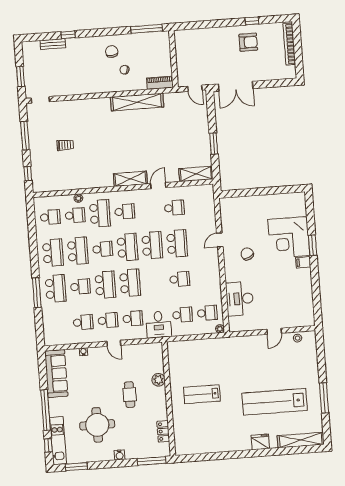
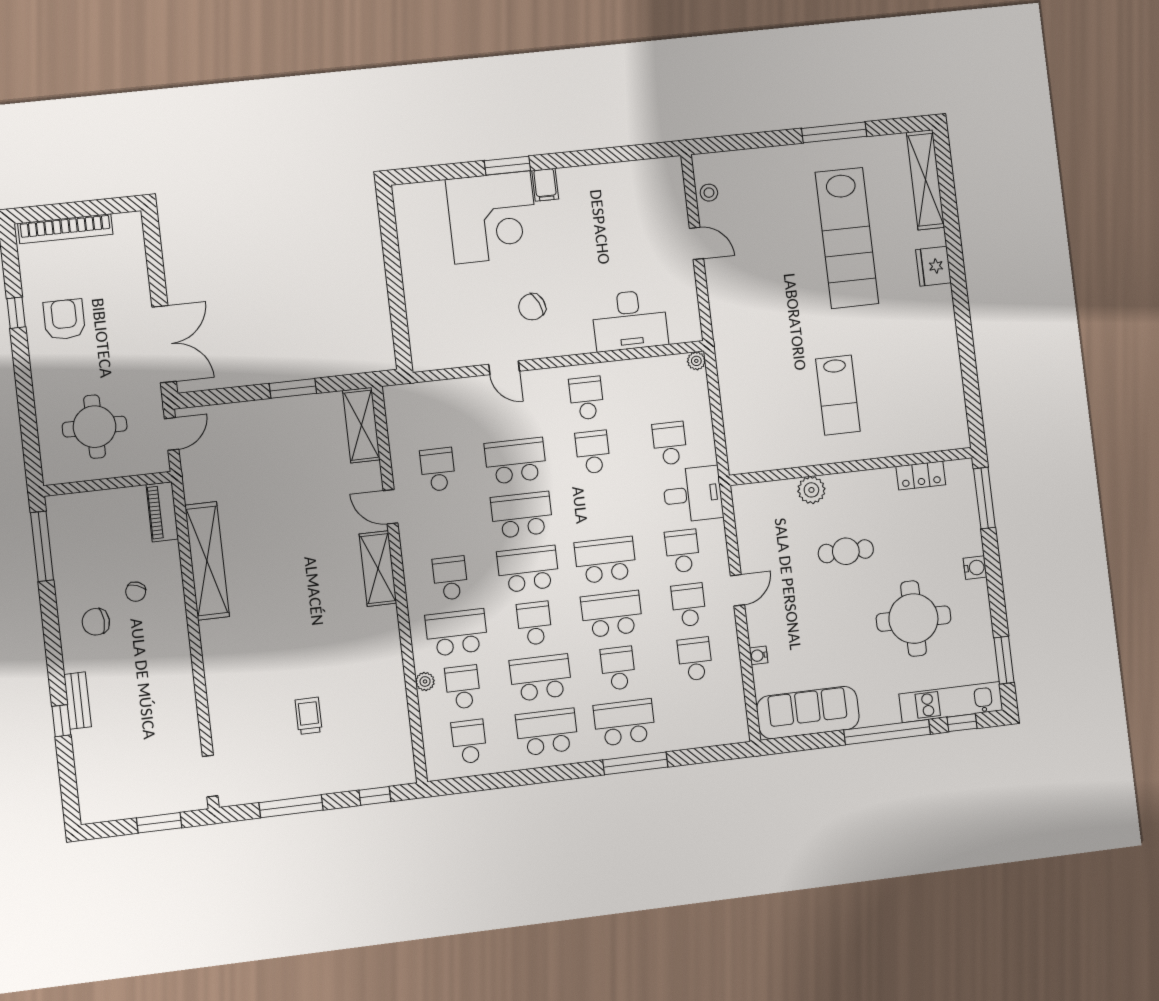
bench: (53, 44) -> (78, 701), moved
round table: (199, 54) -> (95, 427), added
school desk: (207, 313) -> (587, 398), moved

